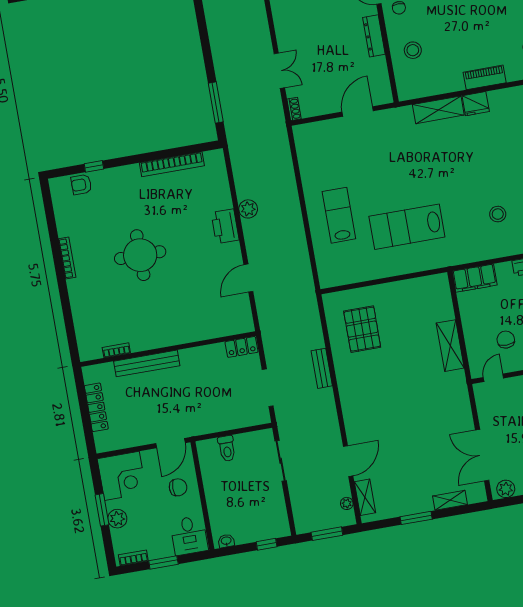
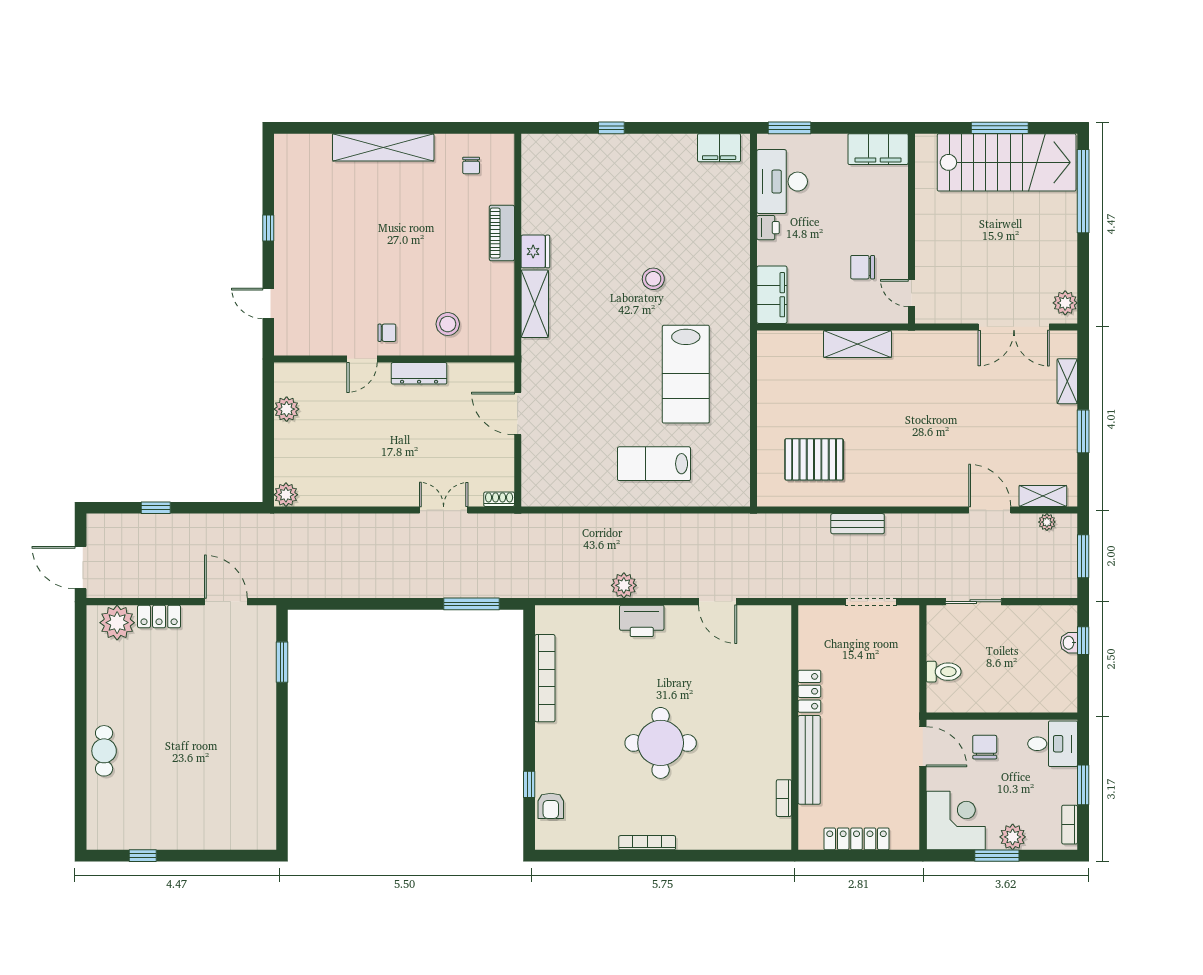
stool: (498, 214) -> (653, 279), moved
locker: (242, 347) -> (809, 691), moved
washbasin: (226, 541) -> (1069, 643), moved

